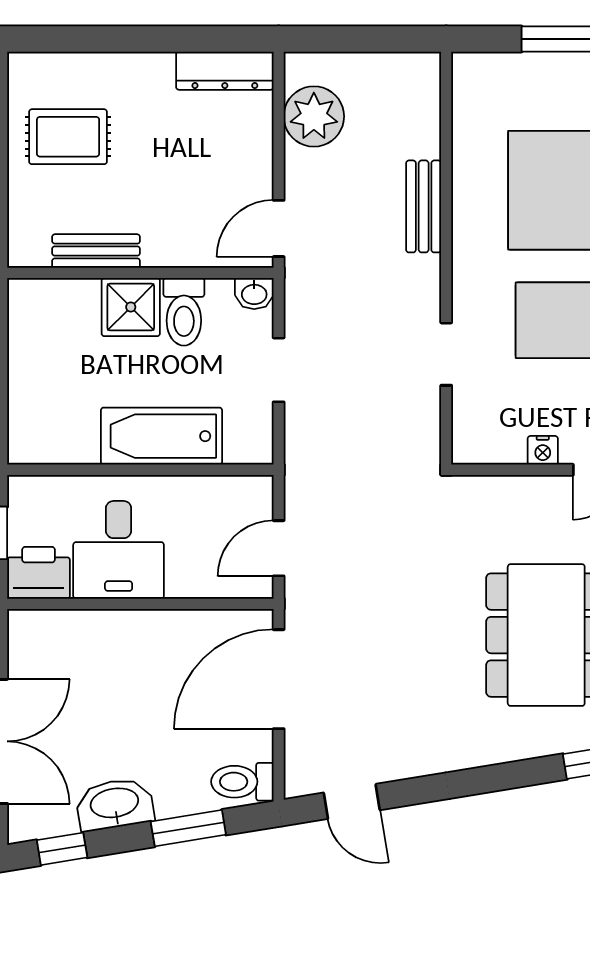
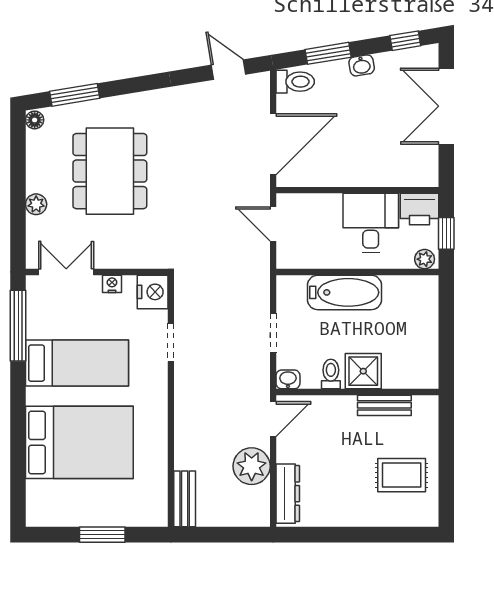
dresser: (225, 71) -> (288, 494), moved, turned 90
plant: (314, 116) -> (252, 466), moved
bench: (424, 206) -> (185, 499), moved
toilet: (184, 312) -> (331, 374), width x0.73, depth x0.72
nightstand: (476, 437) -> (153, 292), added
plant: (30, 491) -> (425, 259), added
door: (279, 548) -> (273, 224), swing flipped
washbasin: (115, 804) -> (362, 65), width x0.52, depth x0.69

